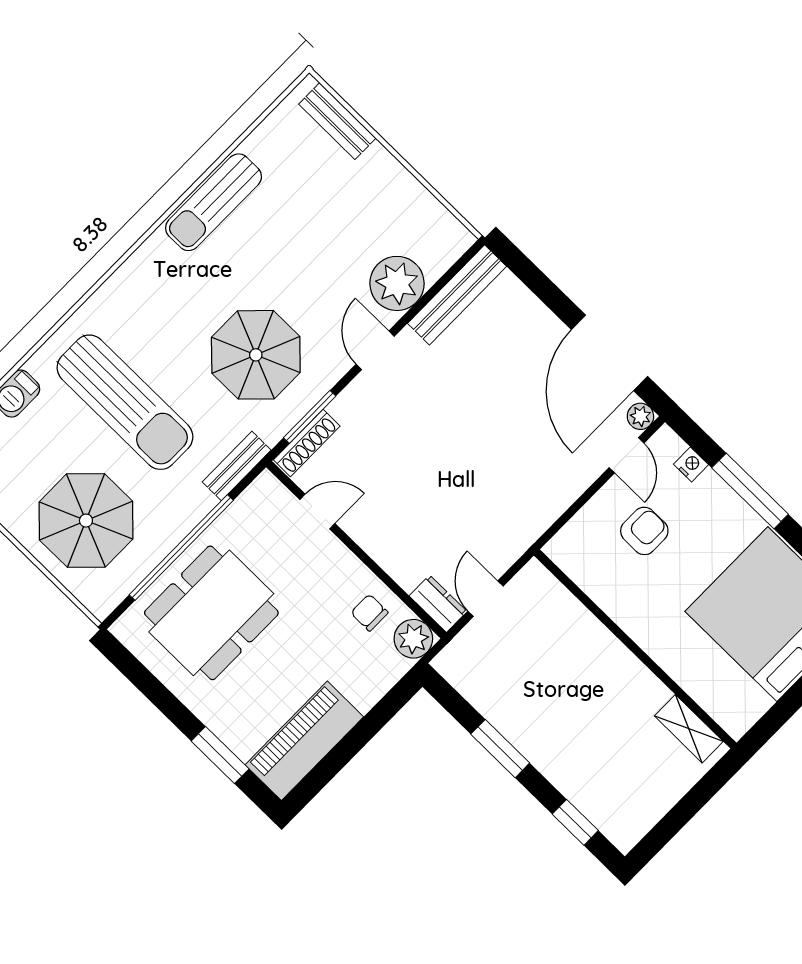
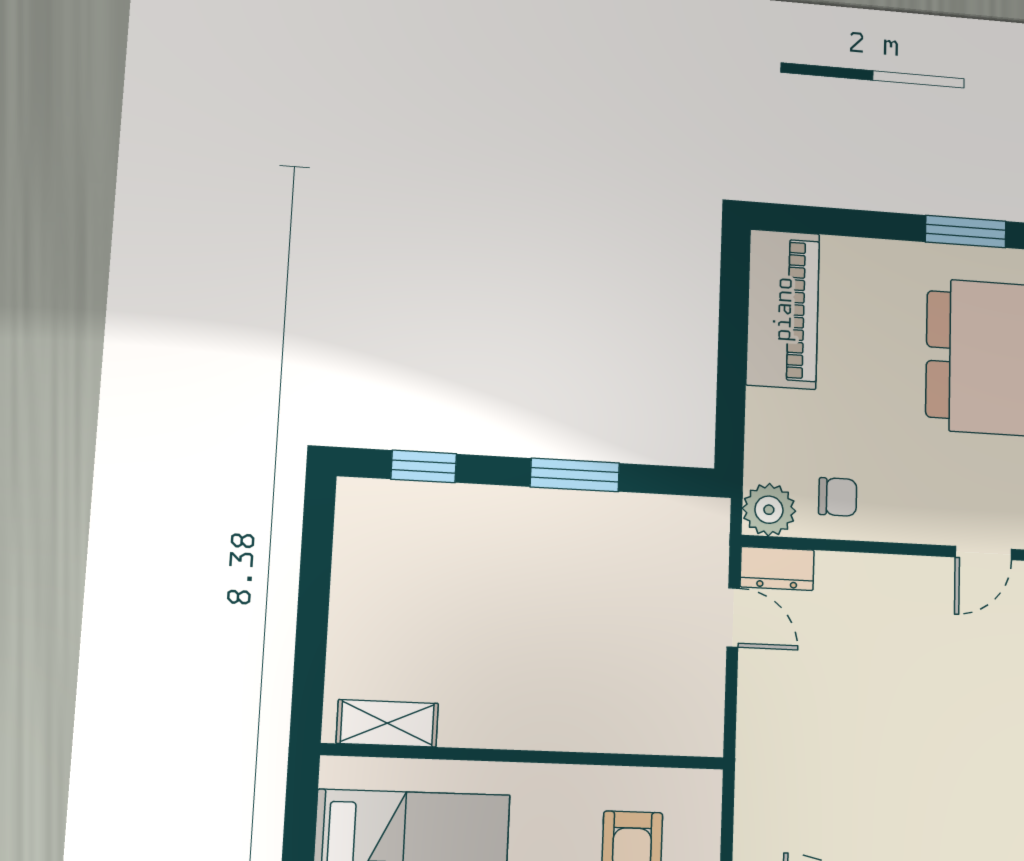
wall: (635, 649) -> (525, 756), moved
shelving: (689, 729) -> (387, 723), moved
window: (220, 755) -> (966, 232), moved

